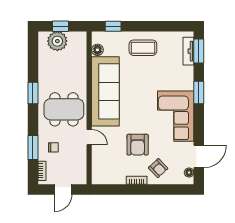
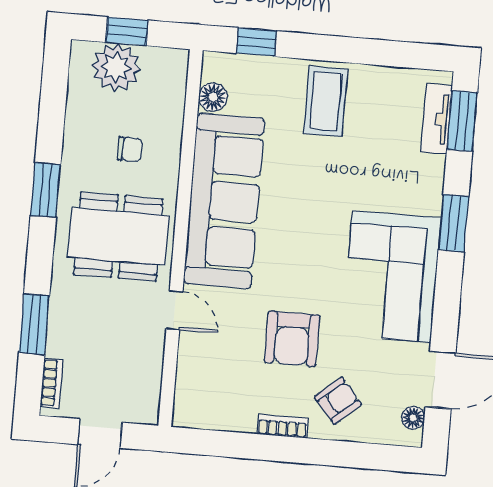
coffee table: (143, 48) -> (326, 101), turned 90
chair: (53, 147) -> (130, 149), moved
armchair: (158, 168) -> (338, 401), turned -88

